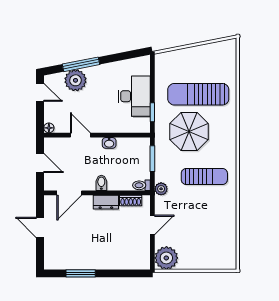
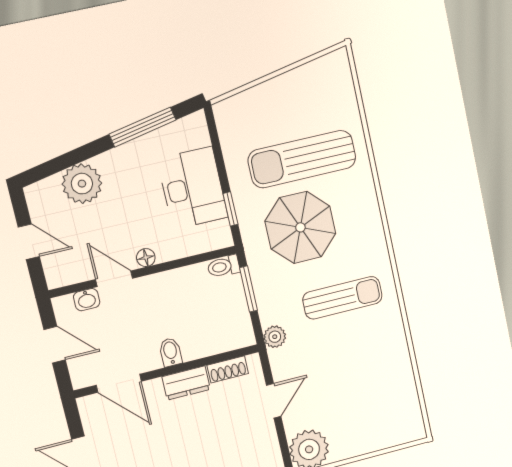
window: (81, 64) -> (143, 127), moved
door: (40, 92) -> (29, 242), moved
floor lamp: (49, 128) -> (146, 258), moved
washbasin: (109, 143) -> (87, 300), moved
toilet: (141, 185) -> (224, 266), moved
door: (69, 193) -> (119, 383), hinge flipped

